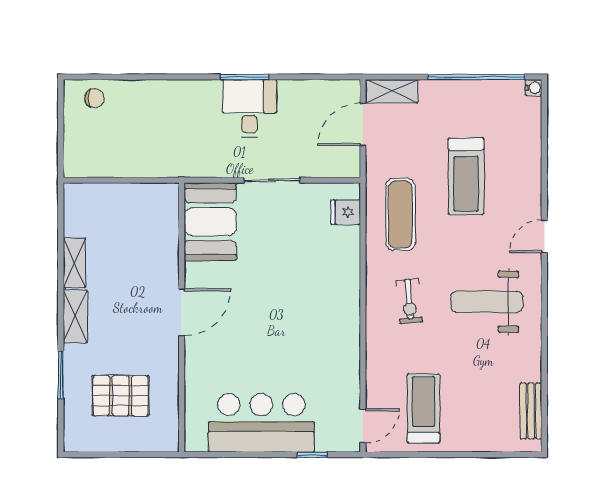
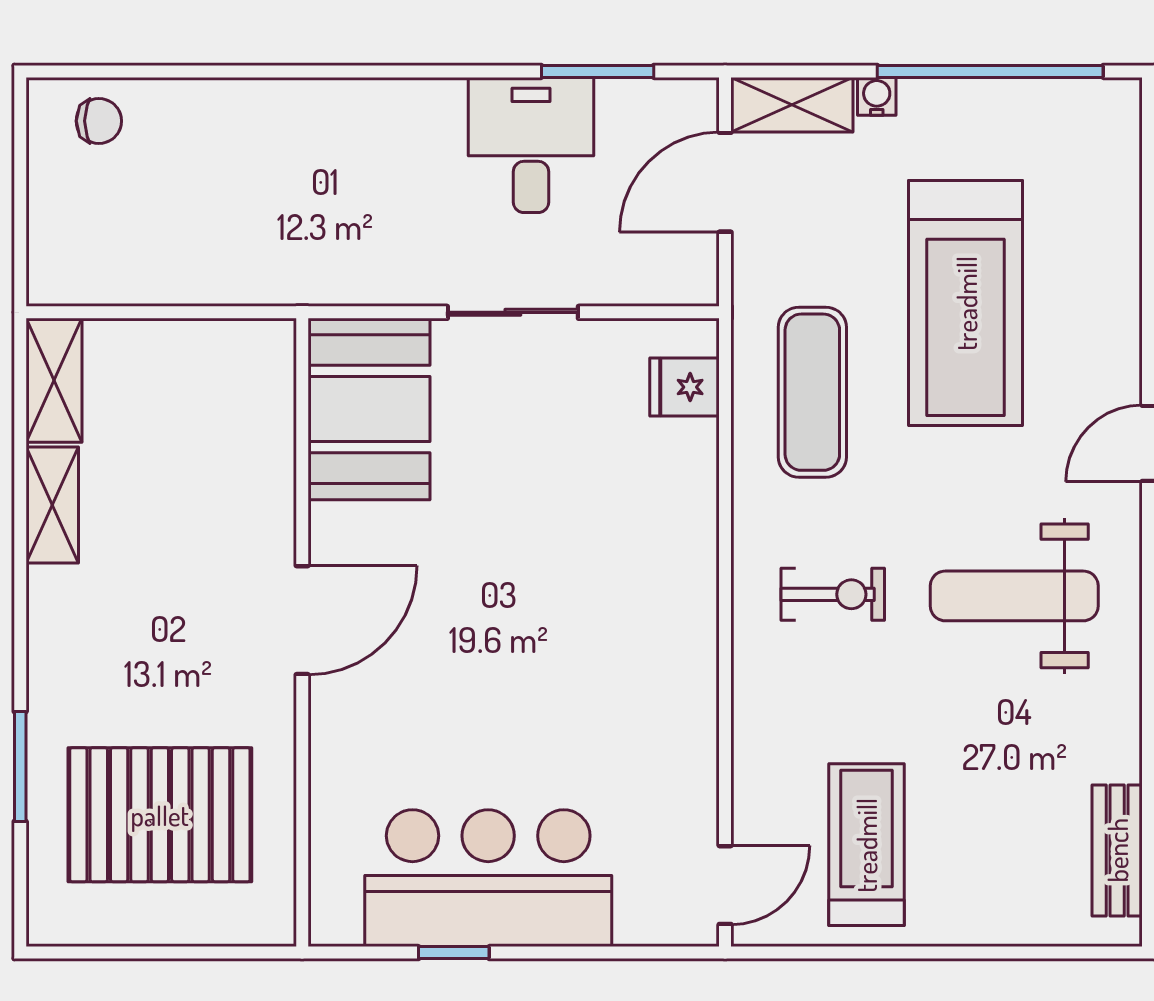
window: (245, 77) -> (598, 71), moved
water cooler: (534, 88) -> (877, 96), moved, turned -90
desk: (250, 108) -> (531, 145), moved
treadmill: (466, 176) -> (966, 303), width x1.37, depth x1.38
exercise bike: (409, 301) -> (833, 594), turned -85
shelving: (75, 316) -> (54, 380), moved
pallet: (121, 396) -> (160, 815), width x1.37, depth x1.41
window: (312, 455) -> (454, 953), moved

